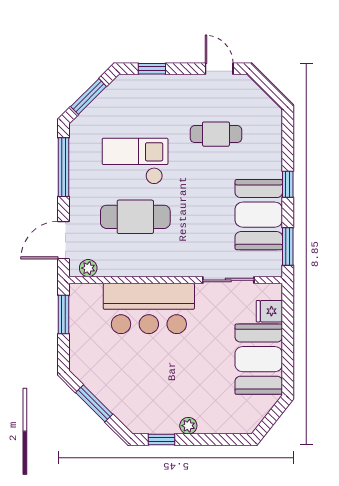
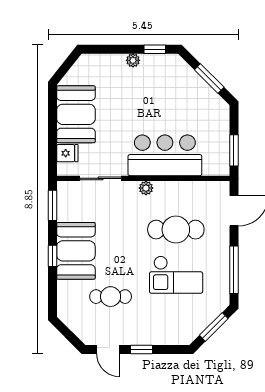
window: (152, 69) -> (141, 349), moved
booth: (259, 215) -> (76, 251), moved
plant: (88, 268) -> (146, 188), moved

